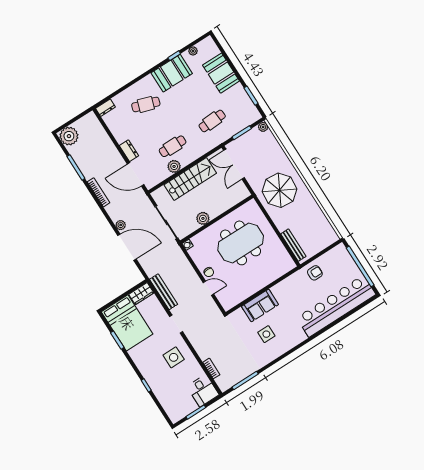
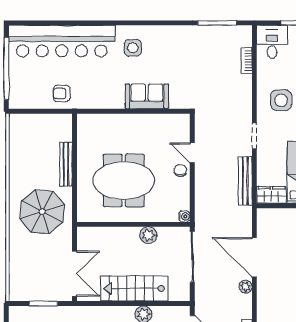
plant: (263, 127) -> (15, 295), removed
bench: (293, 245) -> (66, 164), moved
side table: (266, 334) -> (133, 48), moved

